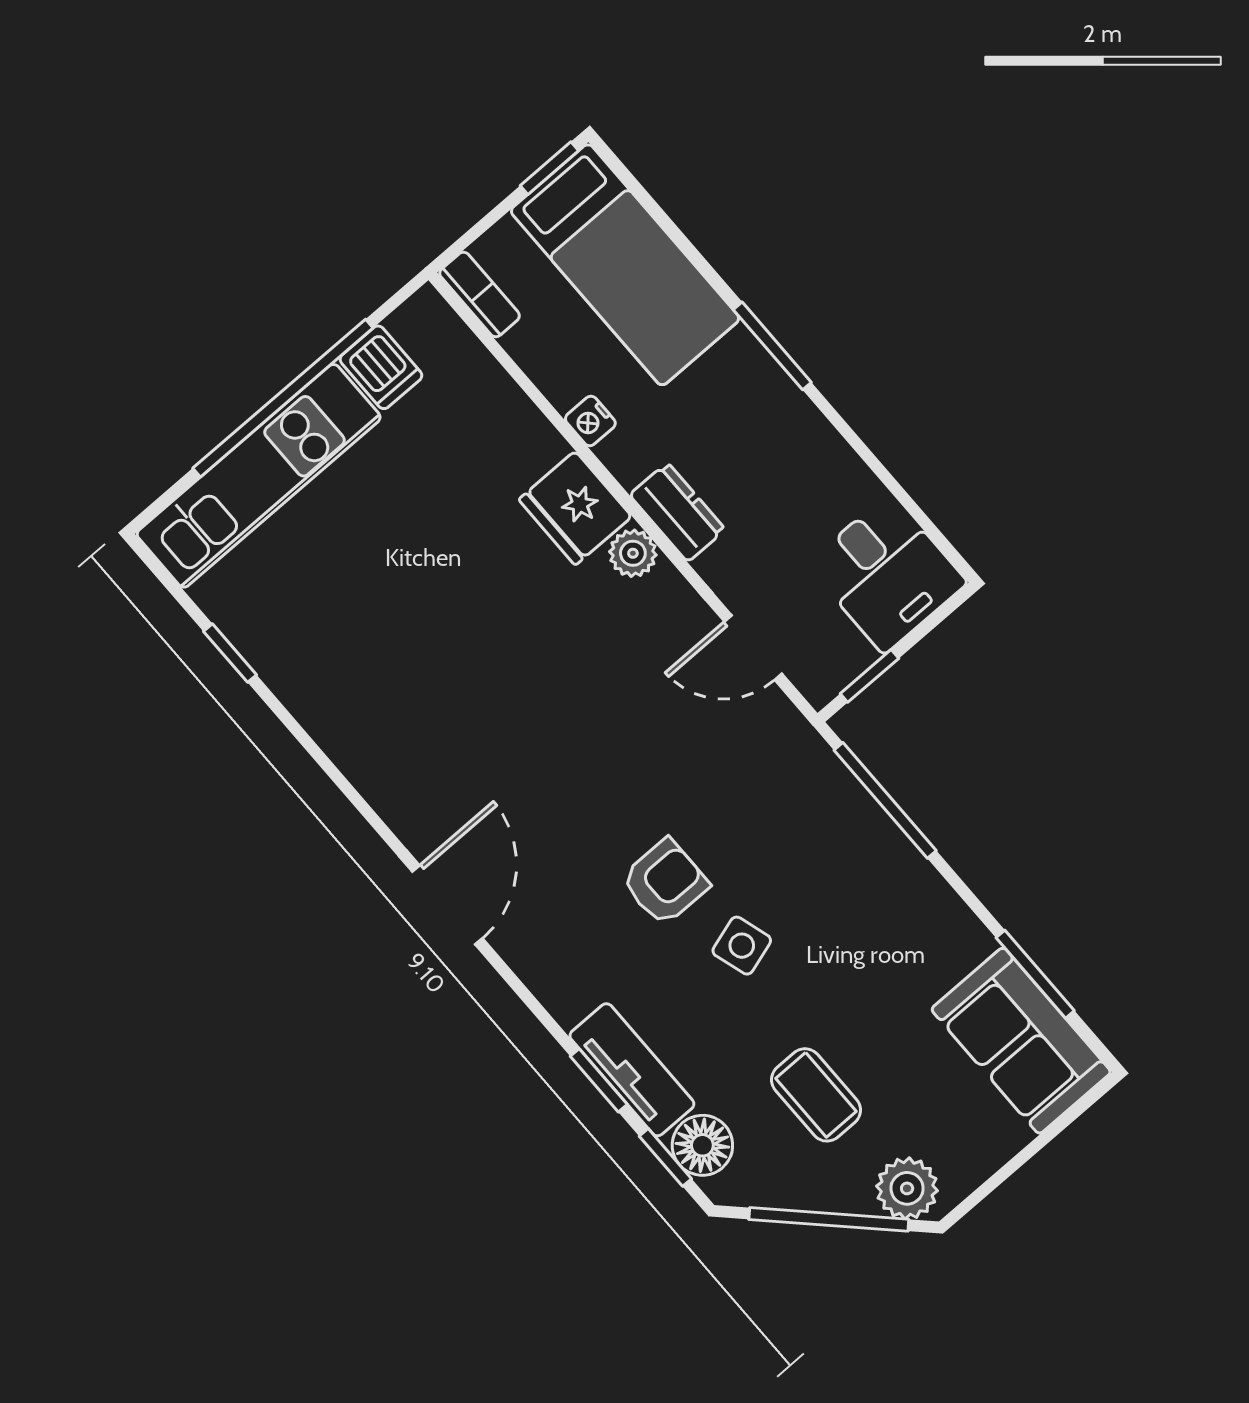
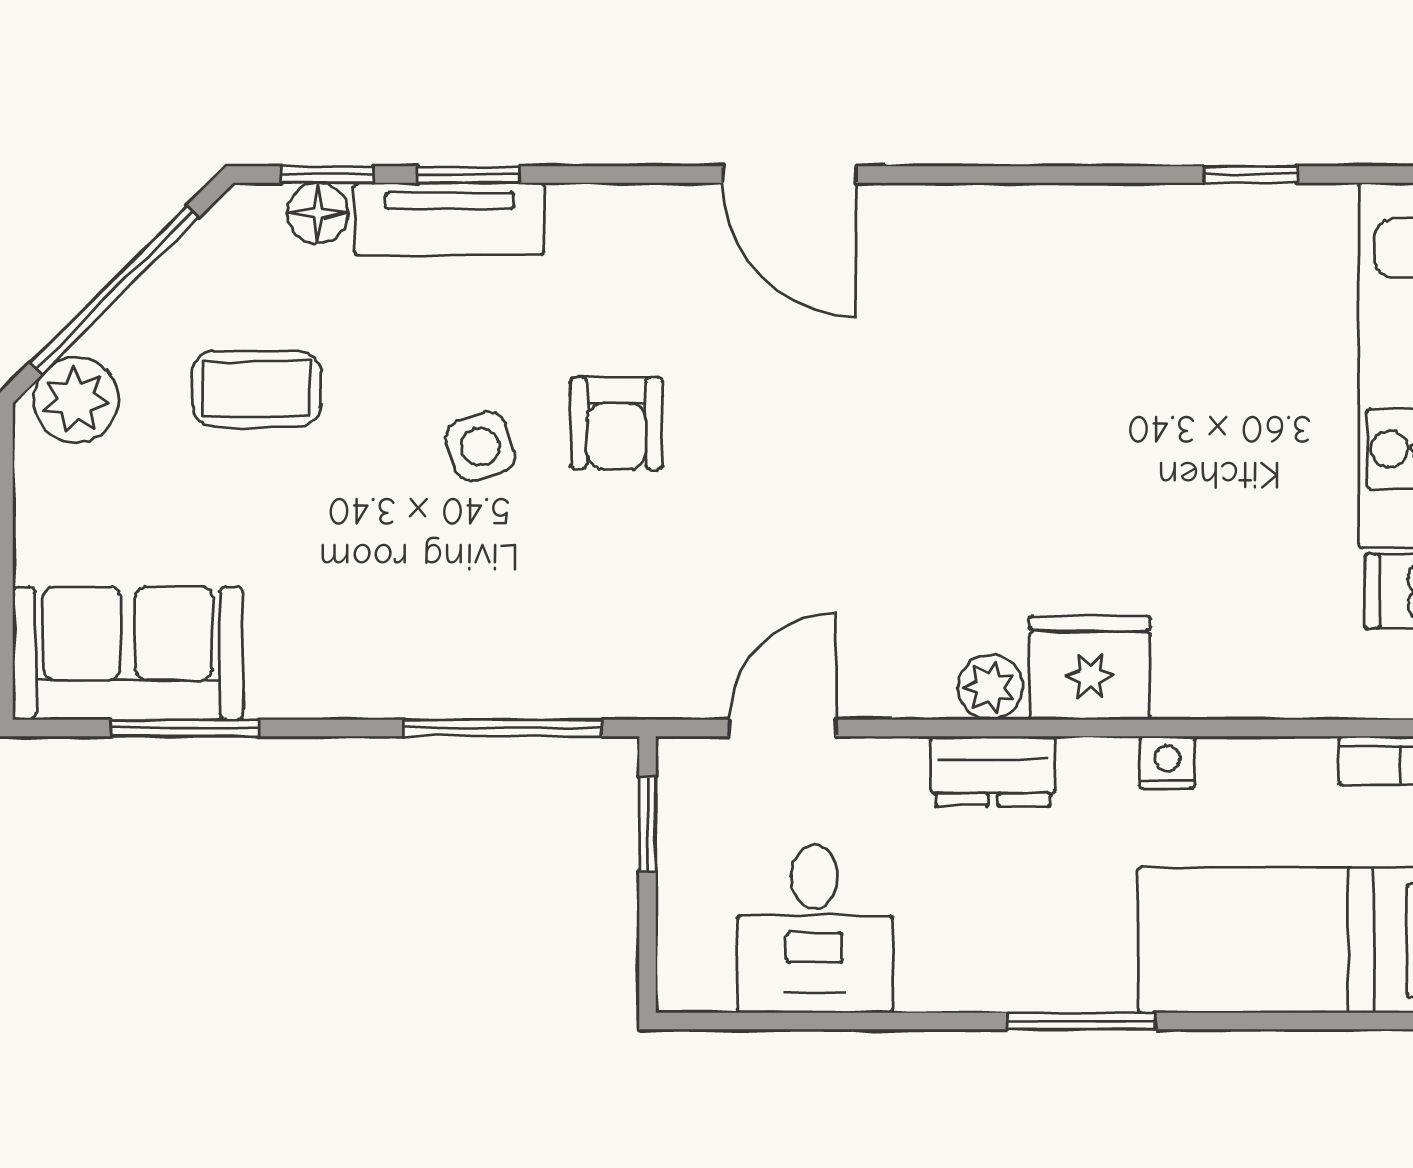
desk: (887, 573) -> (815, 929), moved, turned -90
floor lamp: (702, 1145) -> (318, 213), width x0.73, depth x0.73

